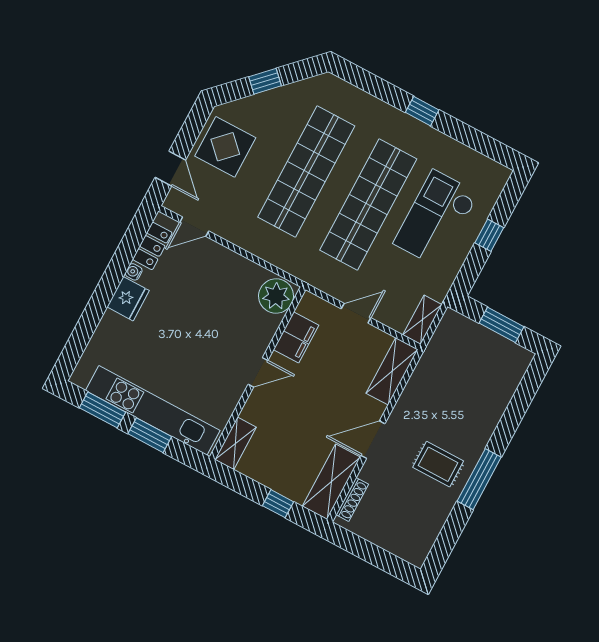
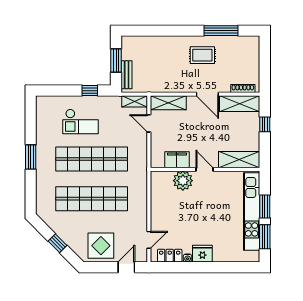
window: (422, 111) -> (31, 157), width x1.50
checkout: (436, 219) -> (81, 122), width x0.73, depth x0.83
door: (194, 227) -> (149, 240), hinge flipped
window: (489, 235) -> (90, 91), moved
plant: (276, 296) -> (183, 181), moved
door: (356, 313) -> (149, 123), moved
bench: (470, 329) -> (127, 75), added
shelving: (235, 443) -> (239, 160), width x1.50, depth x1.33
rug: (438, 464) -> (202, 55), turned 90
window: (479, 479) -> (221, 31), moved

